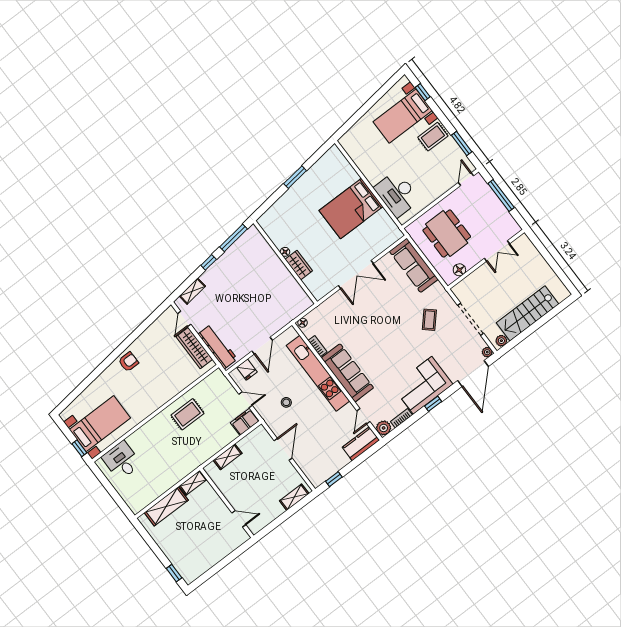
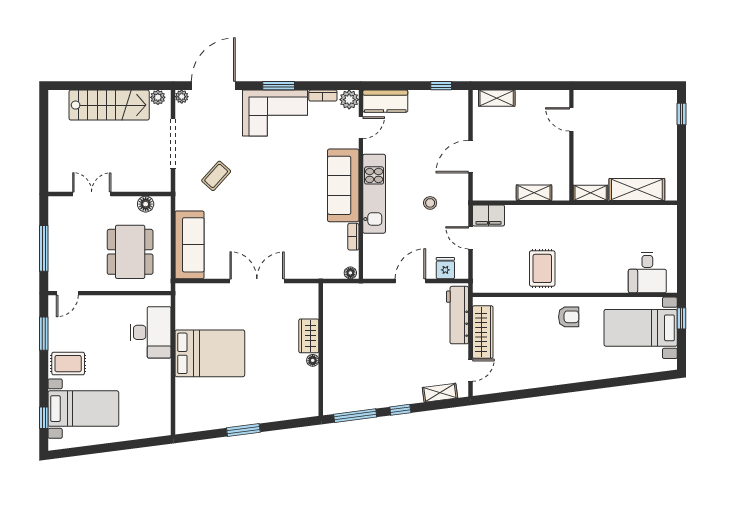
armchair: (128, 362) -> (569, 317), moved, turned 180
kitchen unit: (318, 373) -> (374, 194), width x0.73
window: (433, 404) -> (279, 86), width x1.50
rug: (187, 414) -> (542, 268), turned 90

